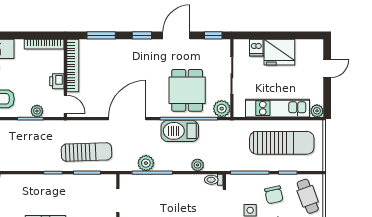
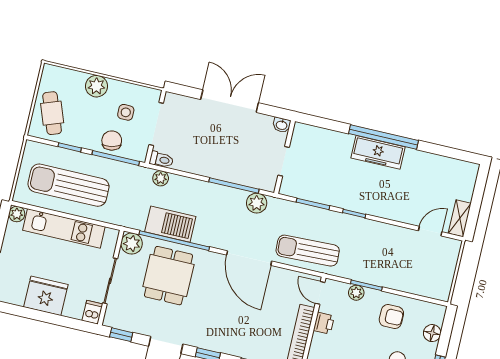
dishwasher: (256, 48) -> (92, 312), moved
door: (127, 119) -> (249, 258), hinge flipped
barbecue: (180, 131) -> (170, 224), moved
sun lounger: (86, 152) -> (308, 251), moved
plant: (146, 163) -> (257, 203), moved
plant: (198, 165) -> (161, 178), moved
chair: (274, 195) -> (112, 141), moved

